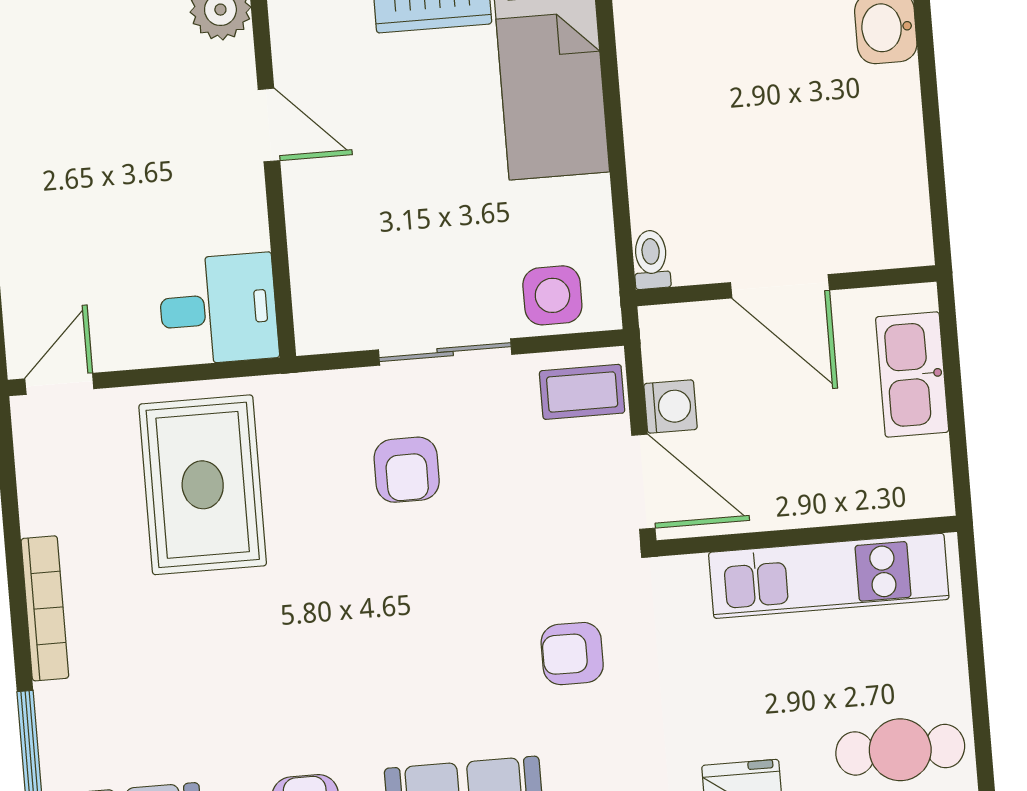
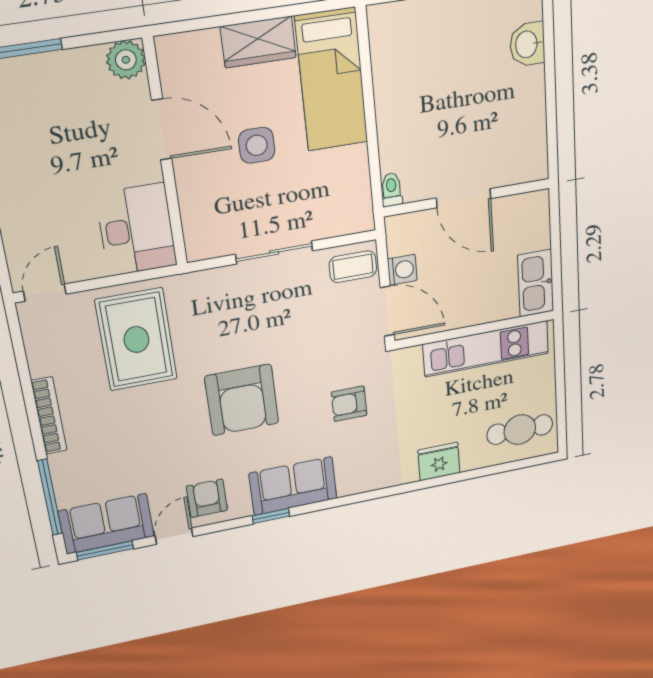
door: (269, 125) -> (162, 130), width x1.38
side table: (552, 295) -> (257, 145), moved
desk: (218, 309) -> (136, 230), width x1.37
kitchen sink: (912, 374) -> (536, 283), moved
armchair: (407, 470) -> (242, 400), moved, width x1.88, depth x1.88

